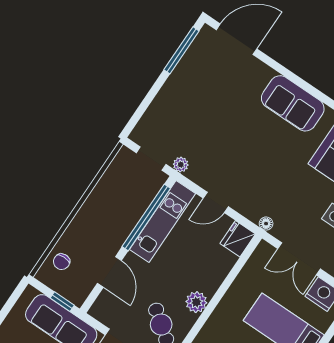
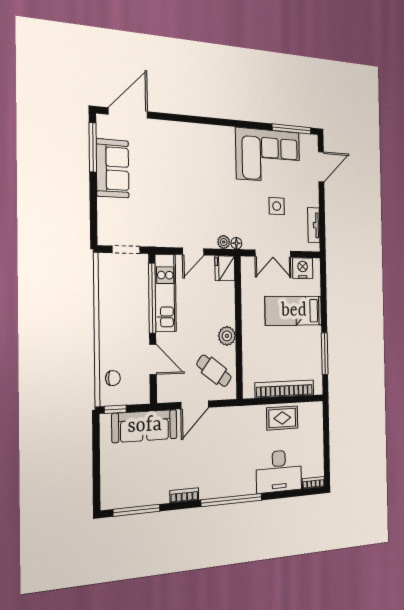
sofa: (293, 103) -> (113, 168), moved, turned -90
plant: (181, 165) -> (224, 242), moved
chair: (62, 262) -> (113, 378), turned -90
window: (62, 302) -> (115, 409), moved

